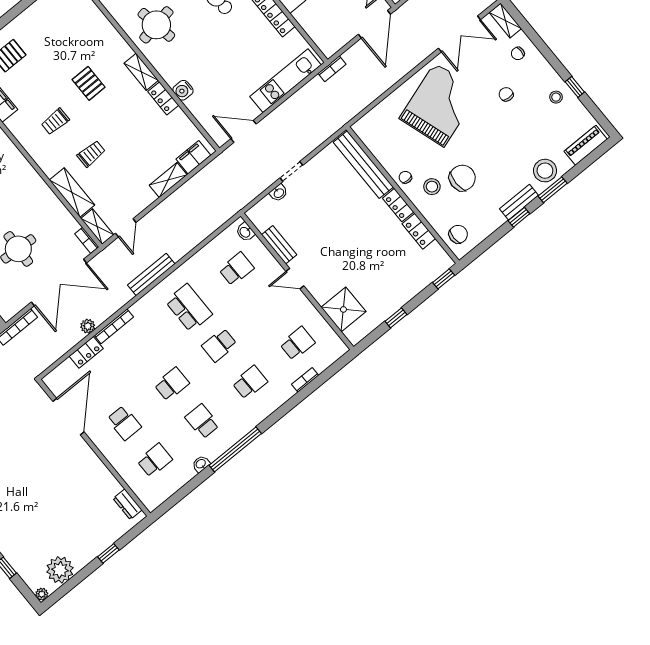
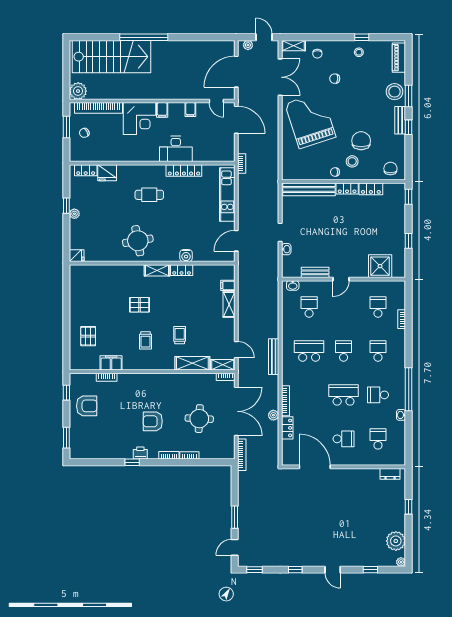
filing cabinet: (193, 157) -> (228, 285), width x0.50
school desk: (219, 345) -> (344, 351), turned 180
school desk: (172, 384) -> (344, 395), width x1.85

